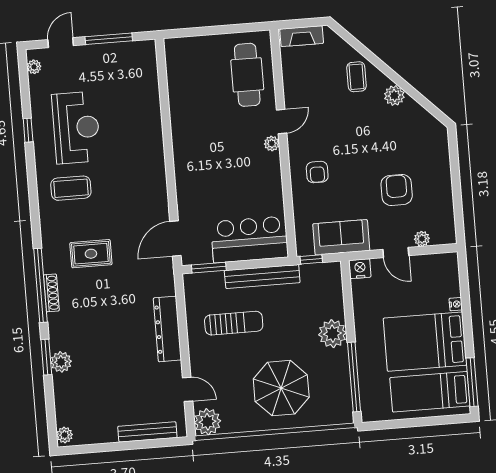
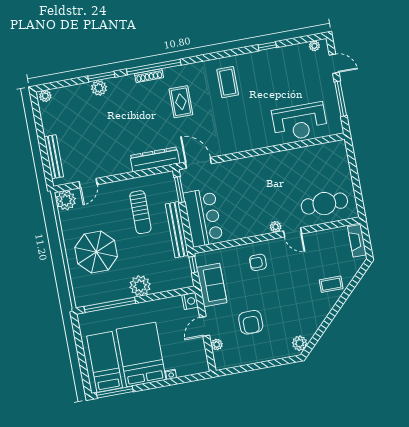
plant: (394, 96) -> (300, 343), moved
reception desk: (76, 128) -> (300, 122), moved
armchair: (397, 190) -> (251, 322), turned 90
dresser: (167, 329) -> (155, 159), moved

